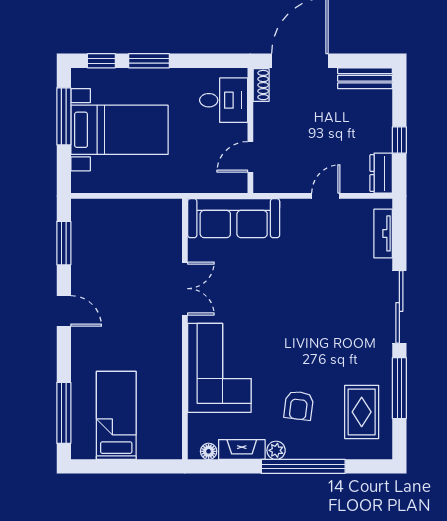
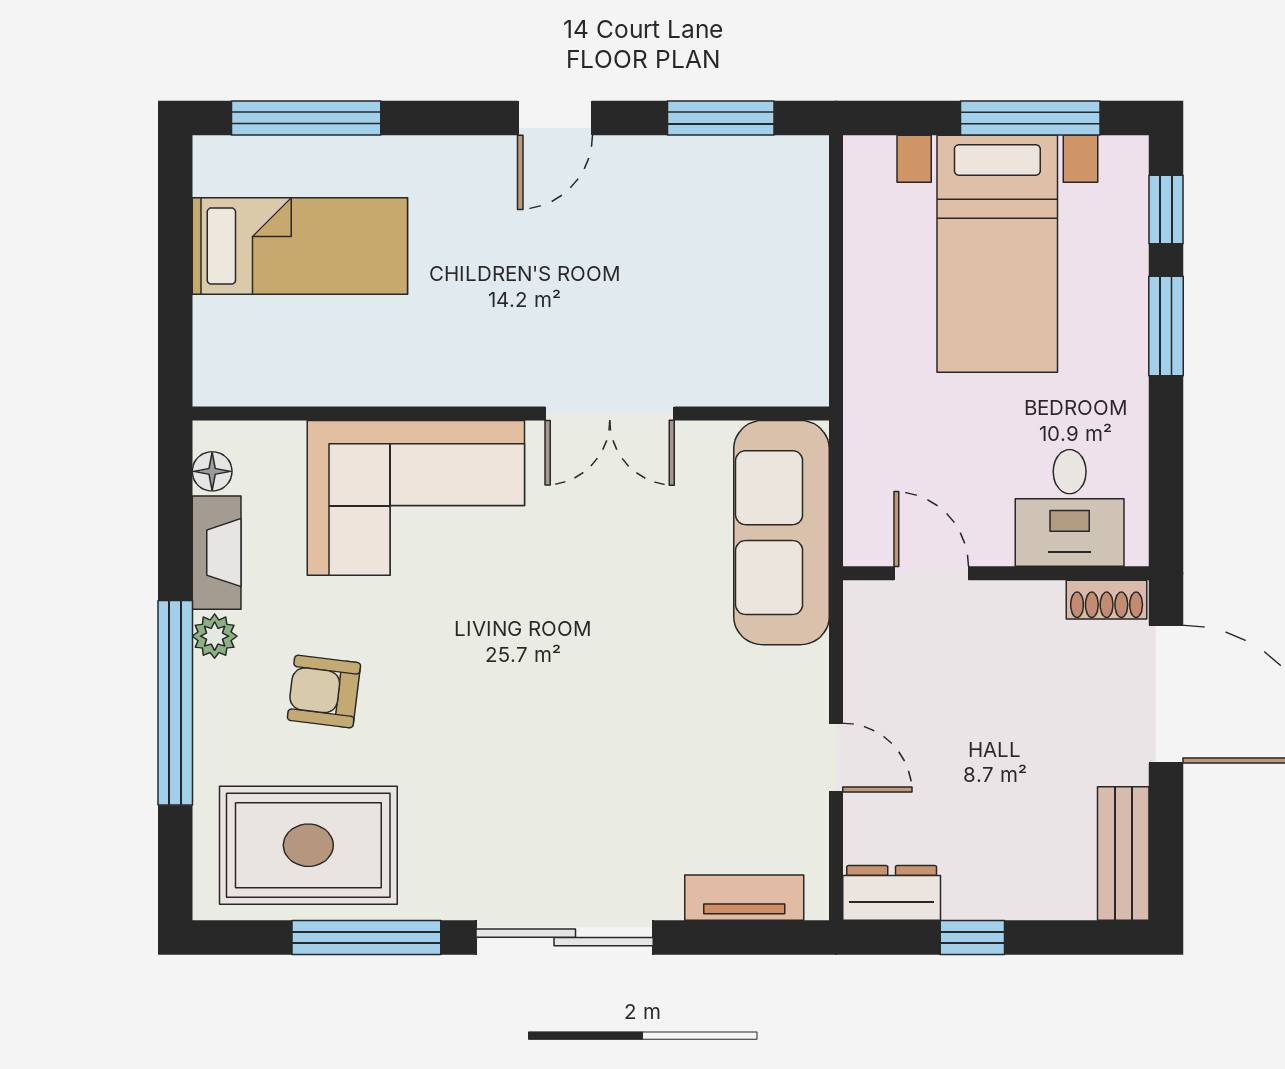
rug: (362, 412) -> (308, 845), width x1.36, depth x1.43

